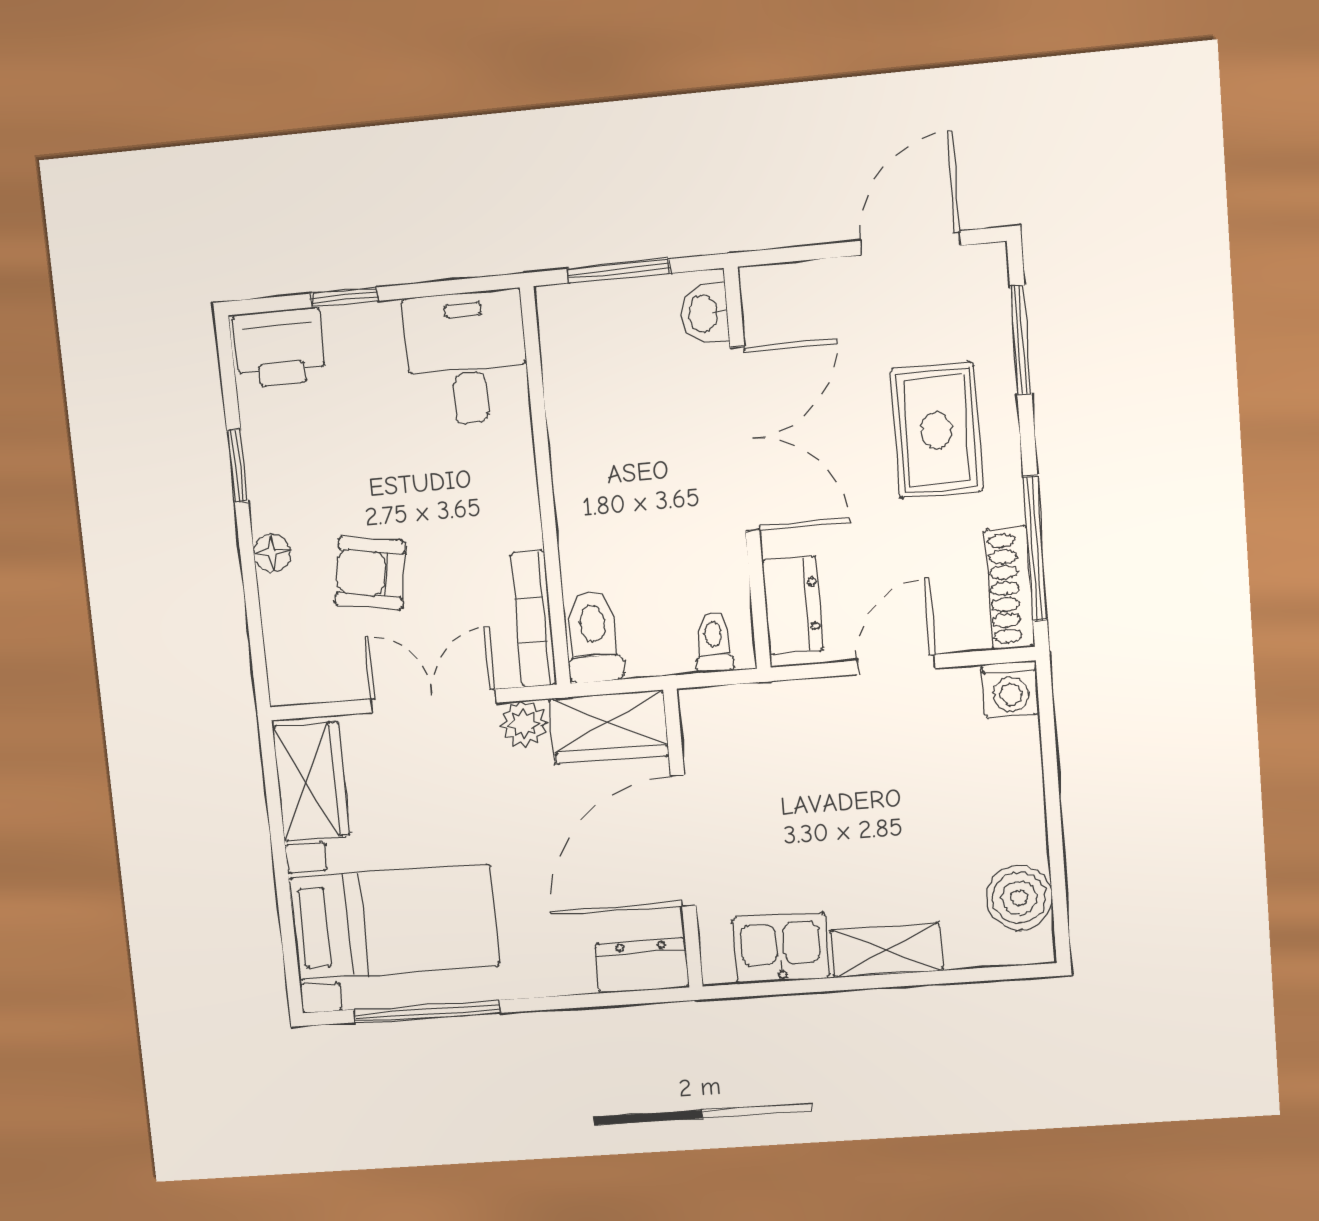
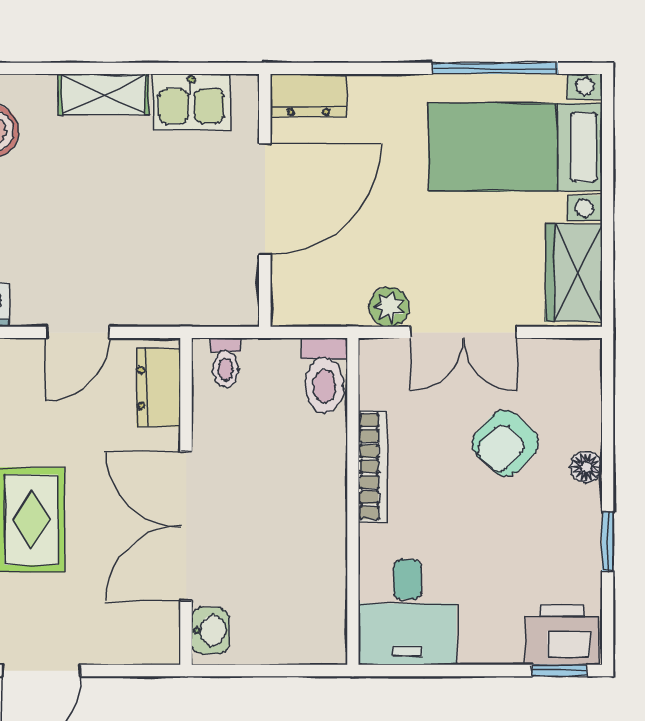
window: (619, 271) -> (277, 671), removed
window: (345, 297) -> (559, 671), moved
armchair: (370, 573) -> (505, 443), turned 124
bookcase: (533, 619) -> (373, 466), moved
wardrobe: (609, 727) -> (318, 299), removed

